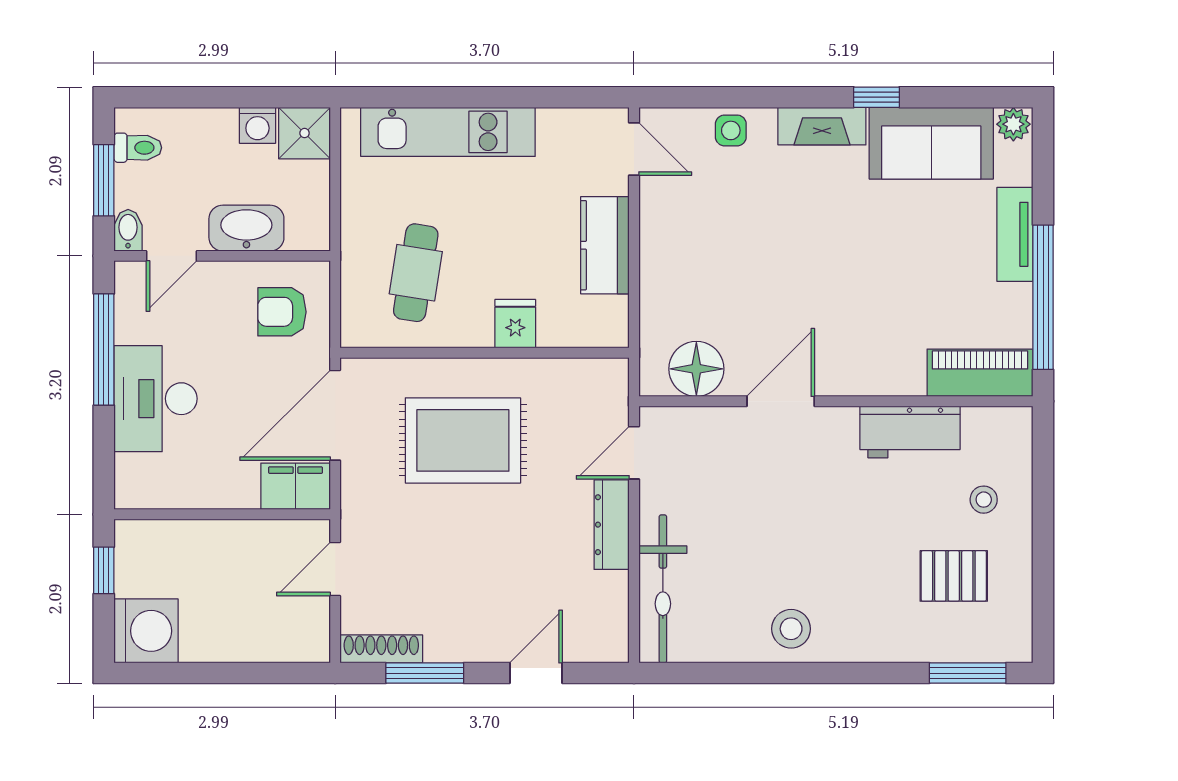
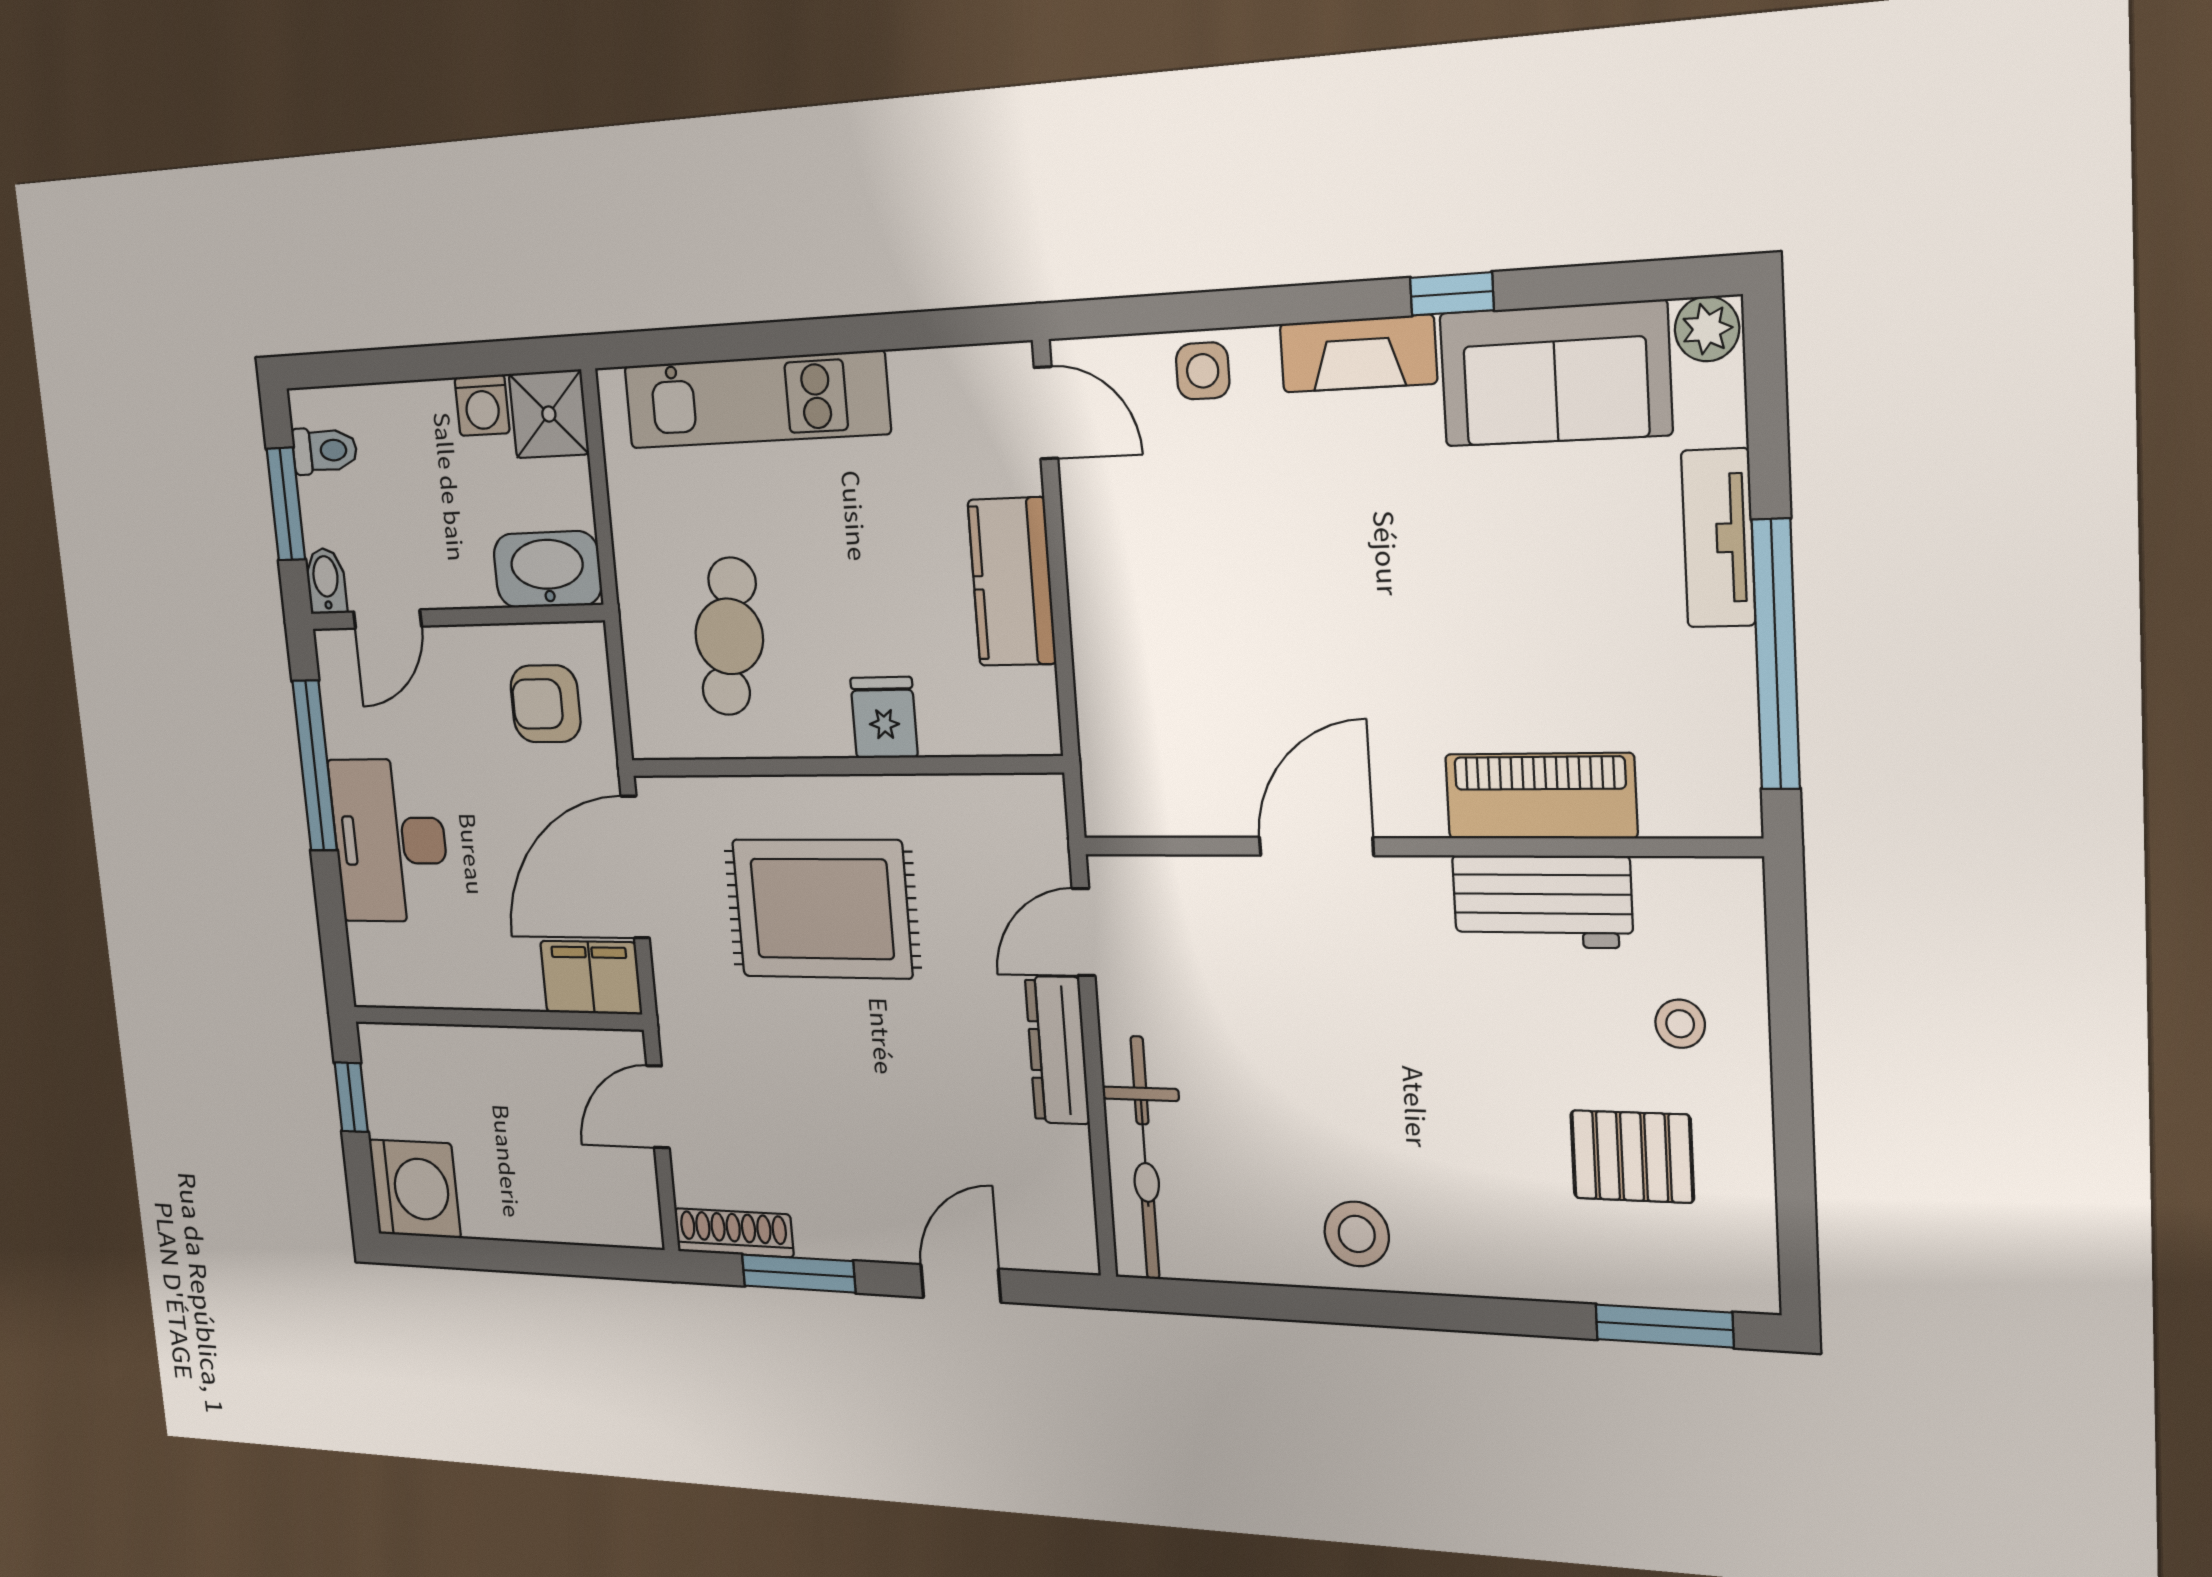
washbasin: (246, 228) -> (547, 569), moved
floor lamp: (696, 369) -> (1173, 791), removed
piano: (980, 373) -> (1541, 796), moved

